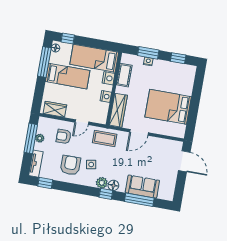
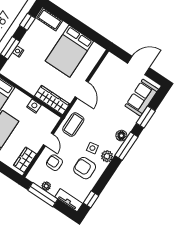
cot: (124, 75) -> (50, 19), moved
nightstand: (109, 78) -> (18, 96), removed
armchair: (64, 136) -> (54, 163), turned 90
door: (184, 161) -> (138, 65), moved
plant: (102, 183) -> (107, 156), moved
sofa: (142, 187) -> (142, 98), moved
window: (106, 194) -> (126, 146), width x2.17
window: (139, 200) -> (146, 117), width x0.69

